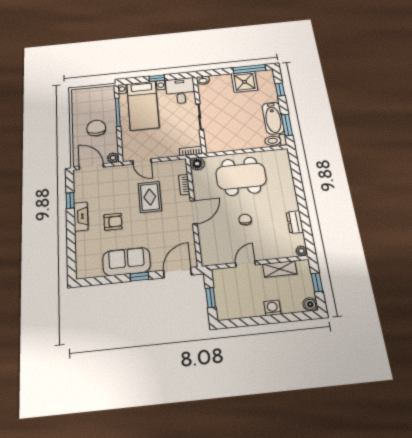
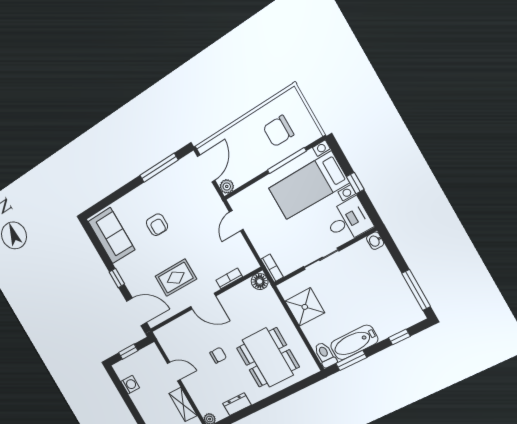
shower: (244, 82) -> (305, 307), moved
chair: (96, 128) -> (278, 131), moved, turned 180
dining table: (241, 176) -> (268, 357), moved
rug: (150, 197) -> (176, 278), moved
window: (70, 201) -> (159, 168), width x2.17
fireplace: (81, 216) -> (148, 189), removed
sofa: (126, 262) -> (111, 236), moved
washing machine: (272, 308) -> (130, 385), moved

